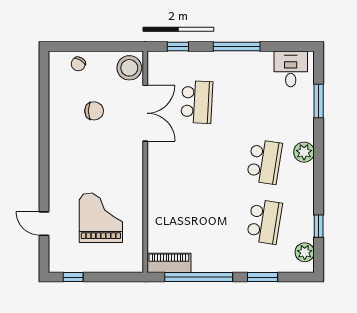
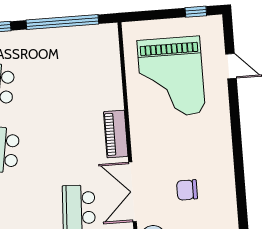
grand piano: (101, 218) -> (171, 77), width x1.37, depth x1.48
piano: (169, 263) -> (116, 134), moved, turned 90

